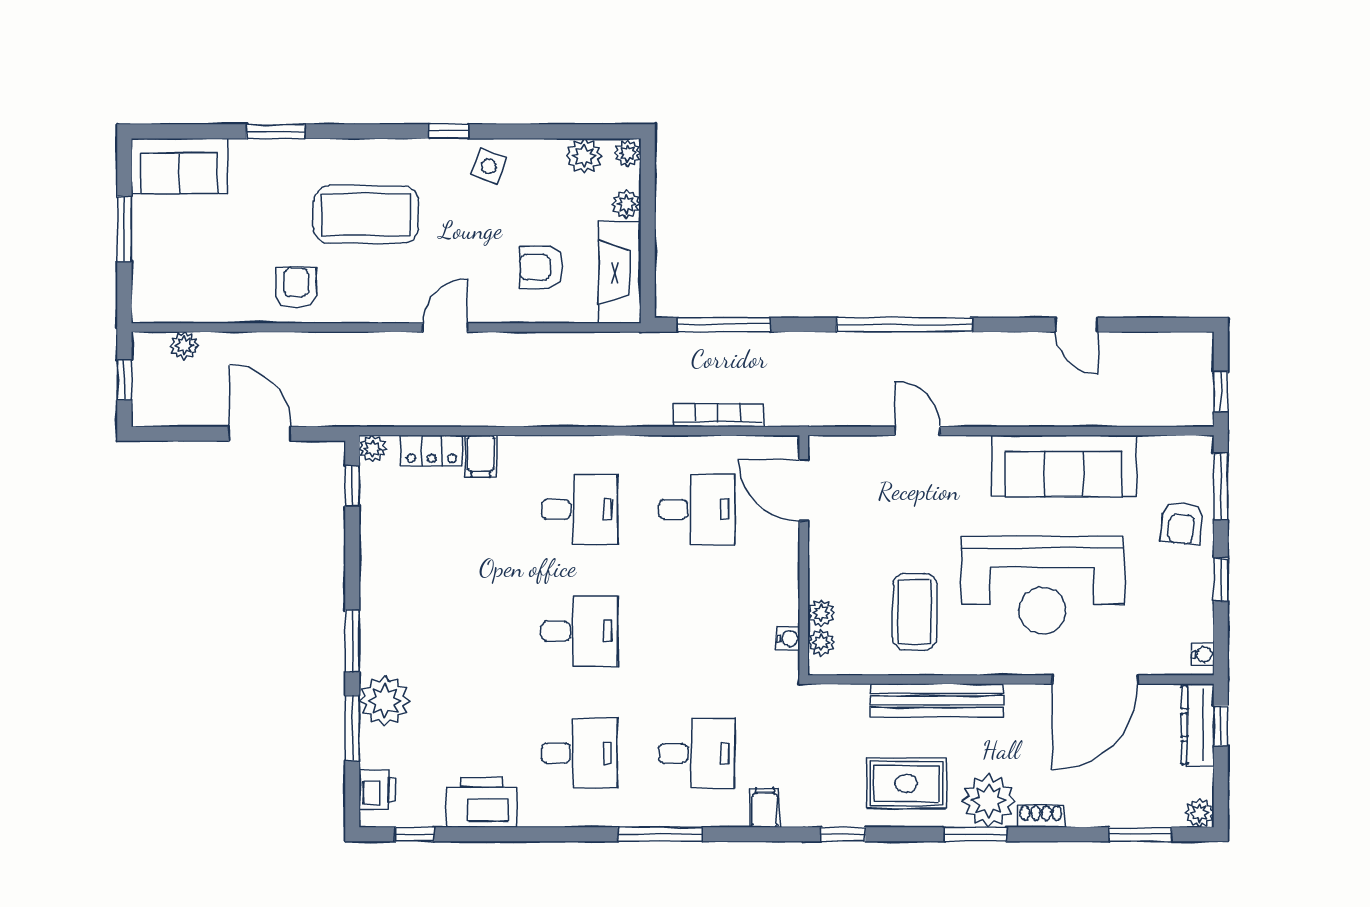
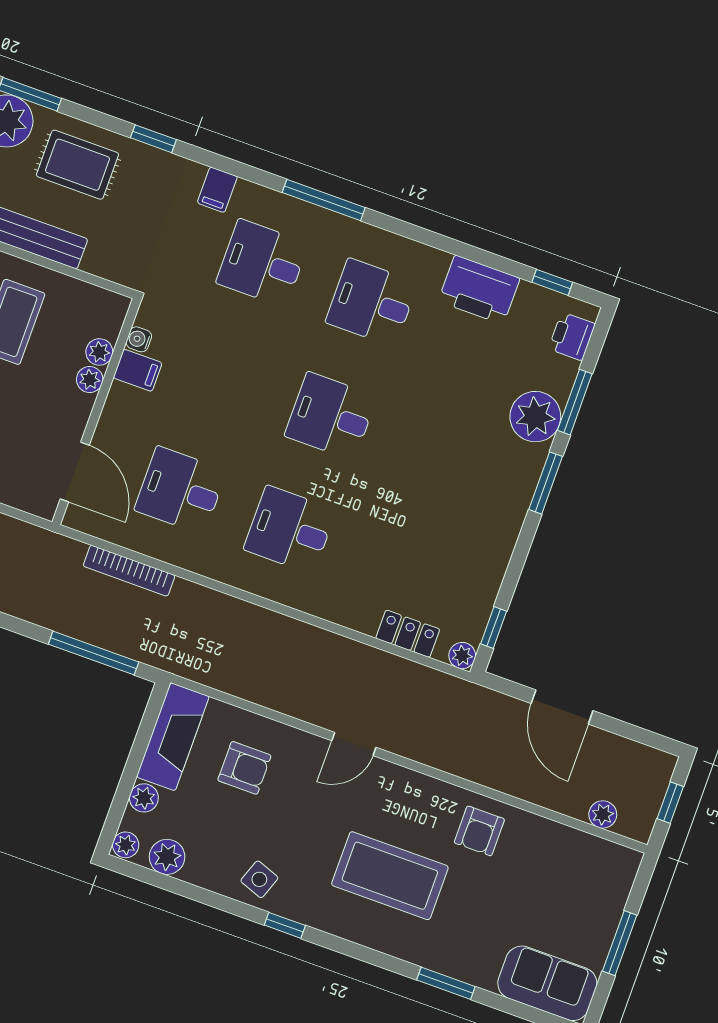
filing cabinet: (481, 456) -> (138, 370), moved, turned 90
plant: (821, 642) -> (90, 380), moved

